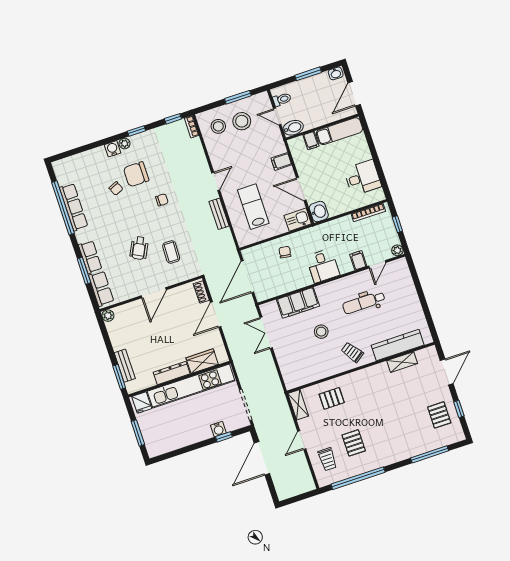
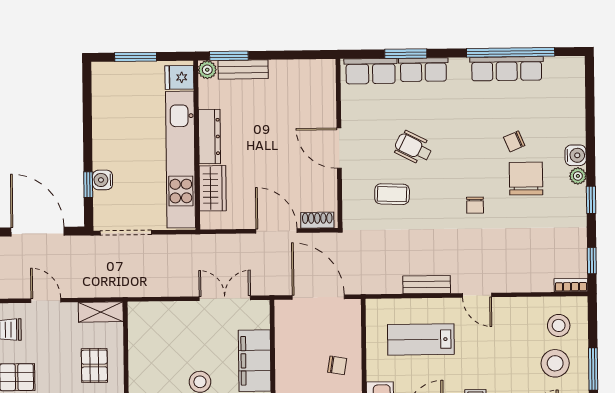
lab bench: (253, 207) -> (421, 339), turned 180
plant: (108, 316) -> (207, 70), moved

